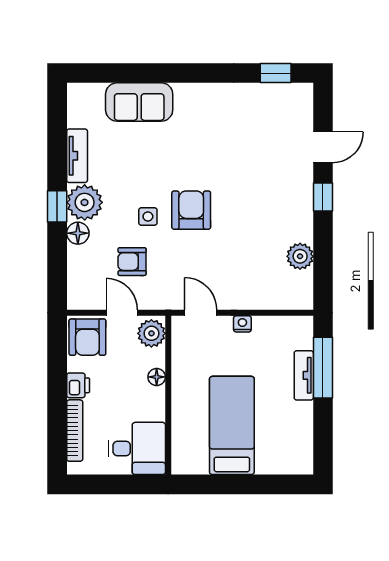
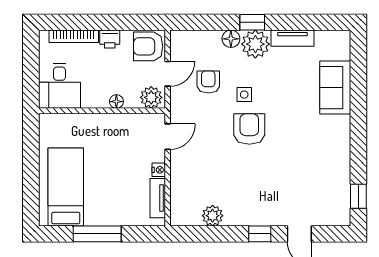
armchair: (191, 210) -> (249, 129), turned -90
window: (323, 368) -> (97, 234), moved
tv unit: (304, 375) -> (158, 198), moved, turned -90
bed: (232, 425) -> (66, 187), moved, turned -90

